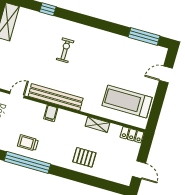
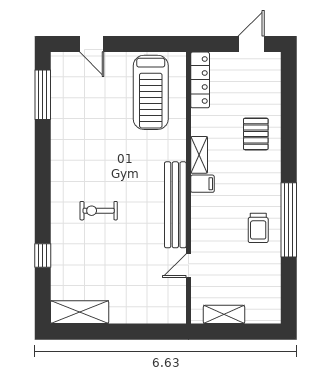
door: (17, 95) -> (188, 266), hinge flipped
filing cabinet: (51, 113) -> (202, 184), moved
shelving: (98, 124) -> (199, 155), moved
locker: (132, 135) -> (200, 80), width x1.53

